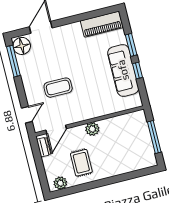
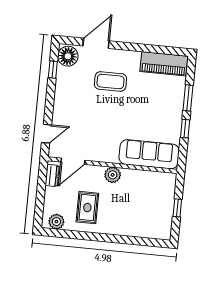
window: (13, 61) -> (53, 70), width x0.46
sofa: (123, 70) -> (149, 154), moved, turned 90
coffee table: (58, 88) -> (110, 81), moved
window: (154, 137) -> (177, 208), width x0.46

